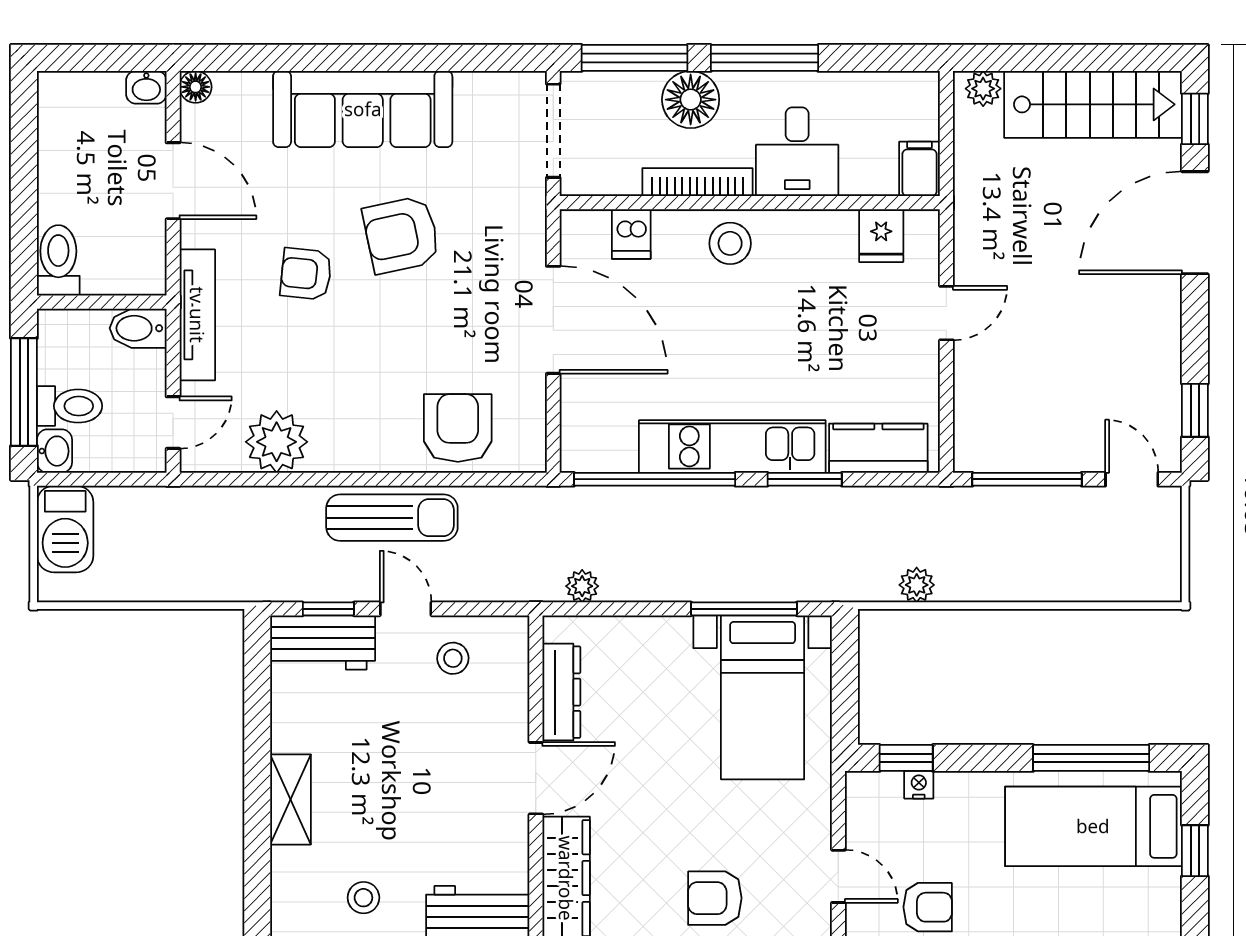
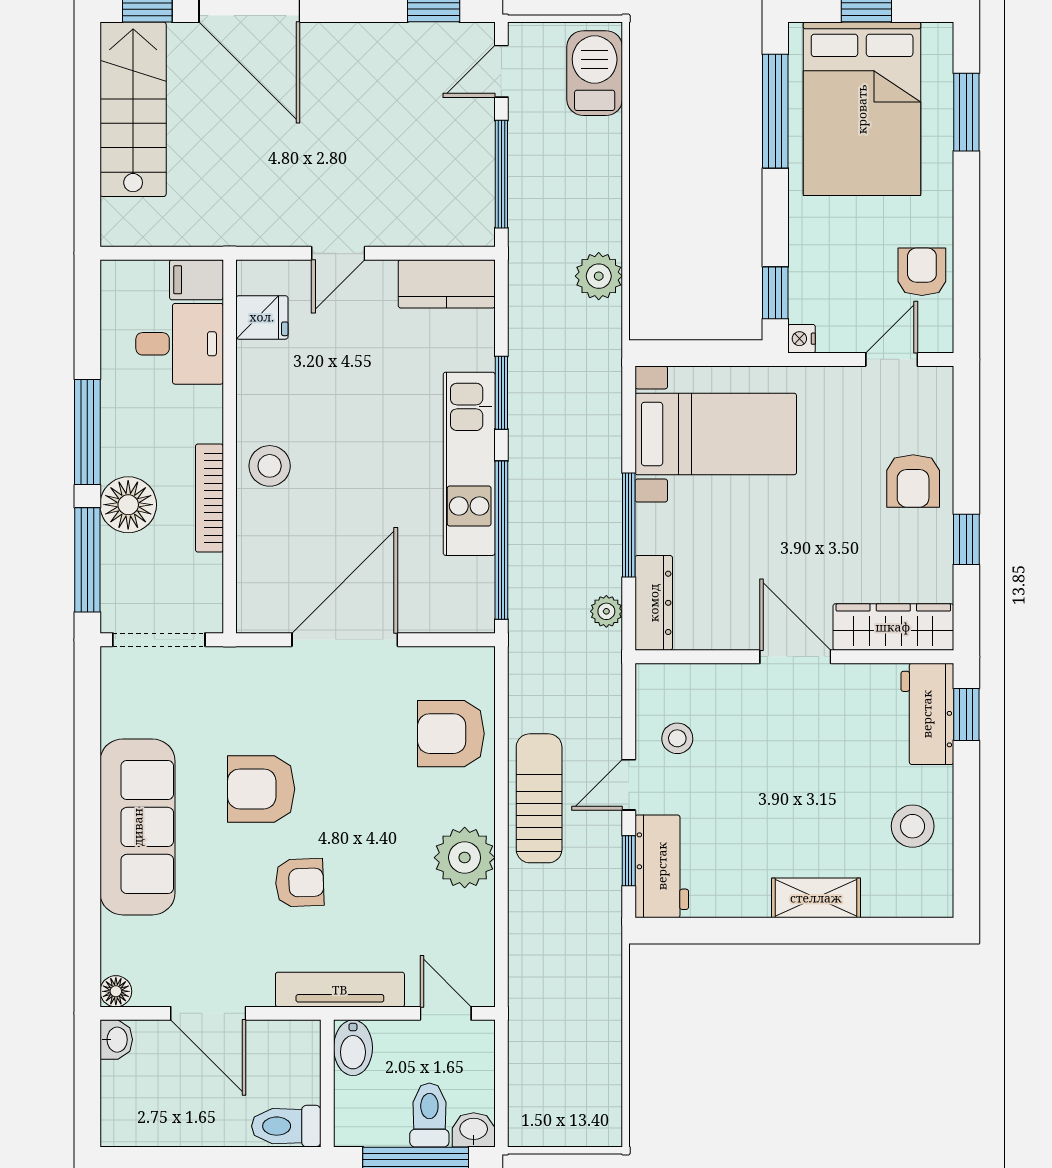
plant: (983, 89) -> (117, 217), removed
desk: (797, 152) -> (180, 344), moved
door: (173, 181) -> (208, 1013), swing flipped
dishwasher: (631, 234) -> (260, 563), removed
armchair: (401, 235) -> (261, 789), turned 102
armchair: (306, 274) -> (300, 883), turned -98
door: (946, 313) -> (338, 253), swing flipped
plant: (277, 442) -> (465, 858), moved
kitchen counter: (878, 448) -> (447, 284), moved, turned -90
barbecue: (65, 529) -> (595, 73), moved, turned -90
plant: (917, 585) -> (599, 276), width x1.38, depth x1.38
window: (744, 609) -> (629, 525), moved
dresser: (561, 692) -> (654, 603), moved, turned 90
nightstand: (919, 785) -> (802, 339), moved
bed: (1093, 826) -> (862, 109), width x1.50
stool: (363, 898) -> (913, 826), width x1.37, depth x1.37

